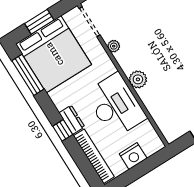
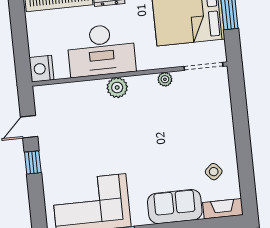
nightstand: (133, 156) -> (42, 69), moved

